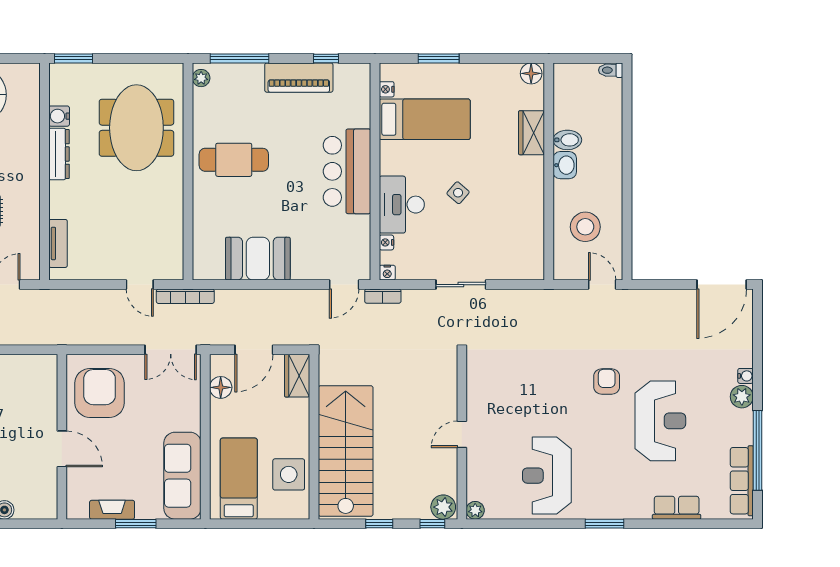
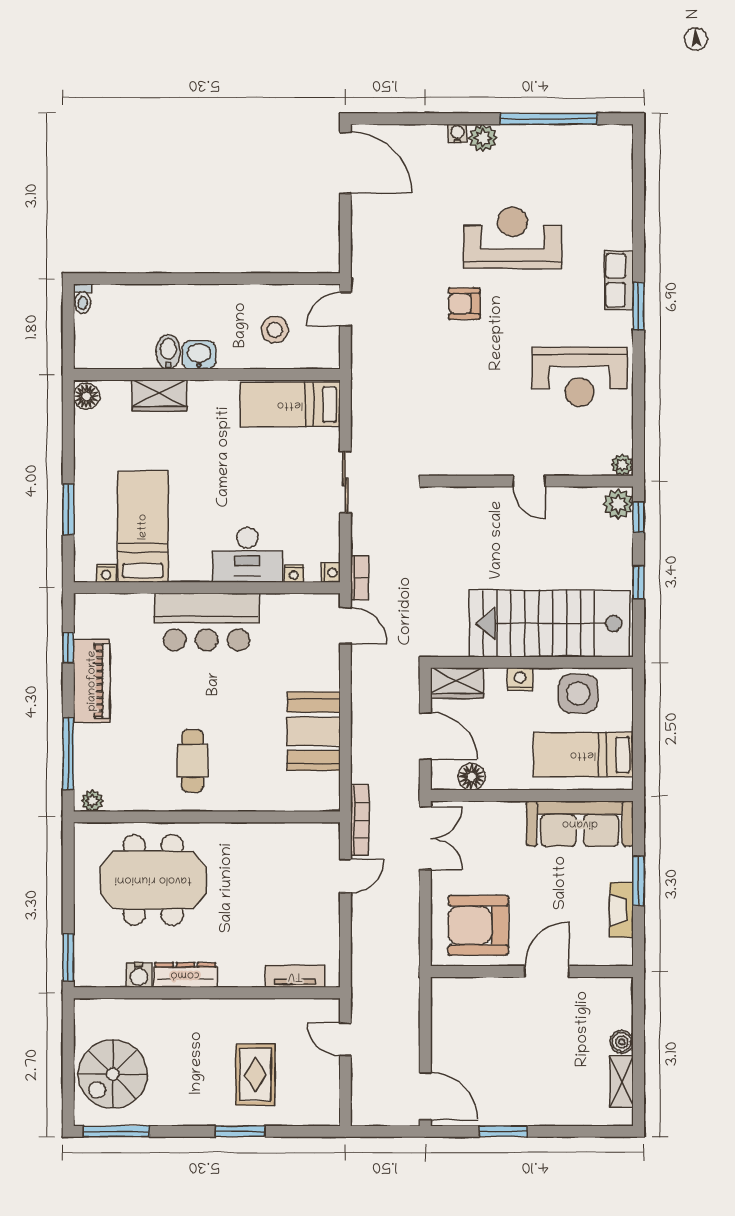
cafe table: (234, 160) -> (192, 761), width x0.73, depth x0.74
side table: (458, 193) -> (233, 486), removed
stool: (585, 227) -> (275, 330), width x0.73, depth x0.73
bed: (524, 239) -> (290, 405), added
nightstand: (300, 427) -> (520, 679), added
row of seats: (742, 481) -> (586, 138), removed
row of seats: (677, 508) -> (619, 280), moved

